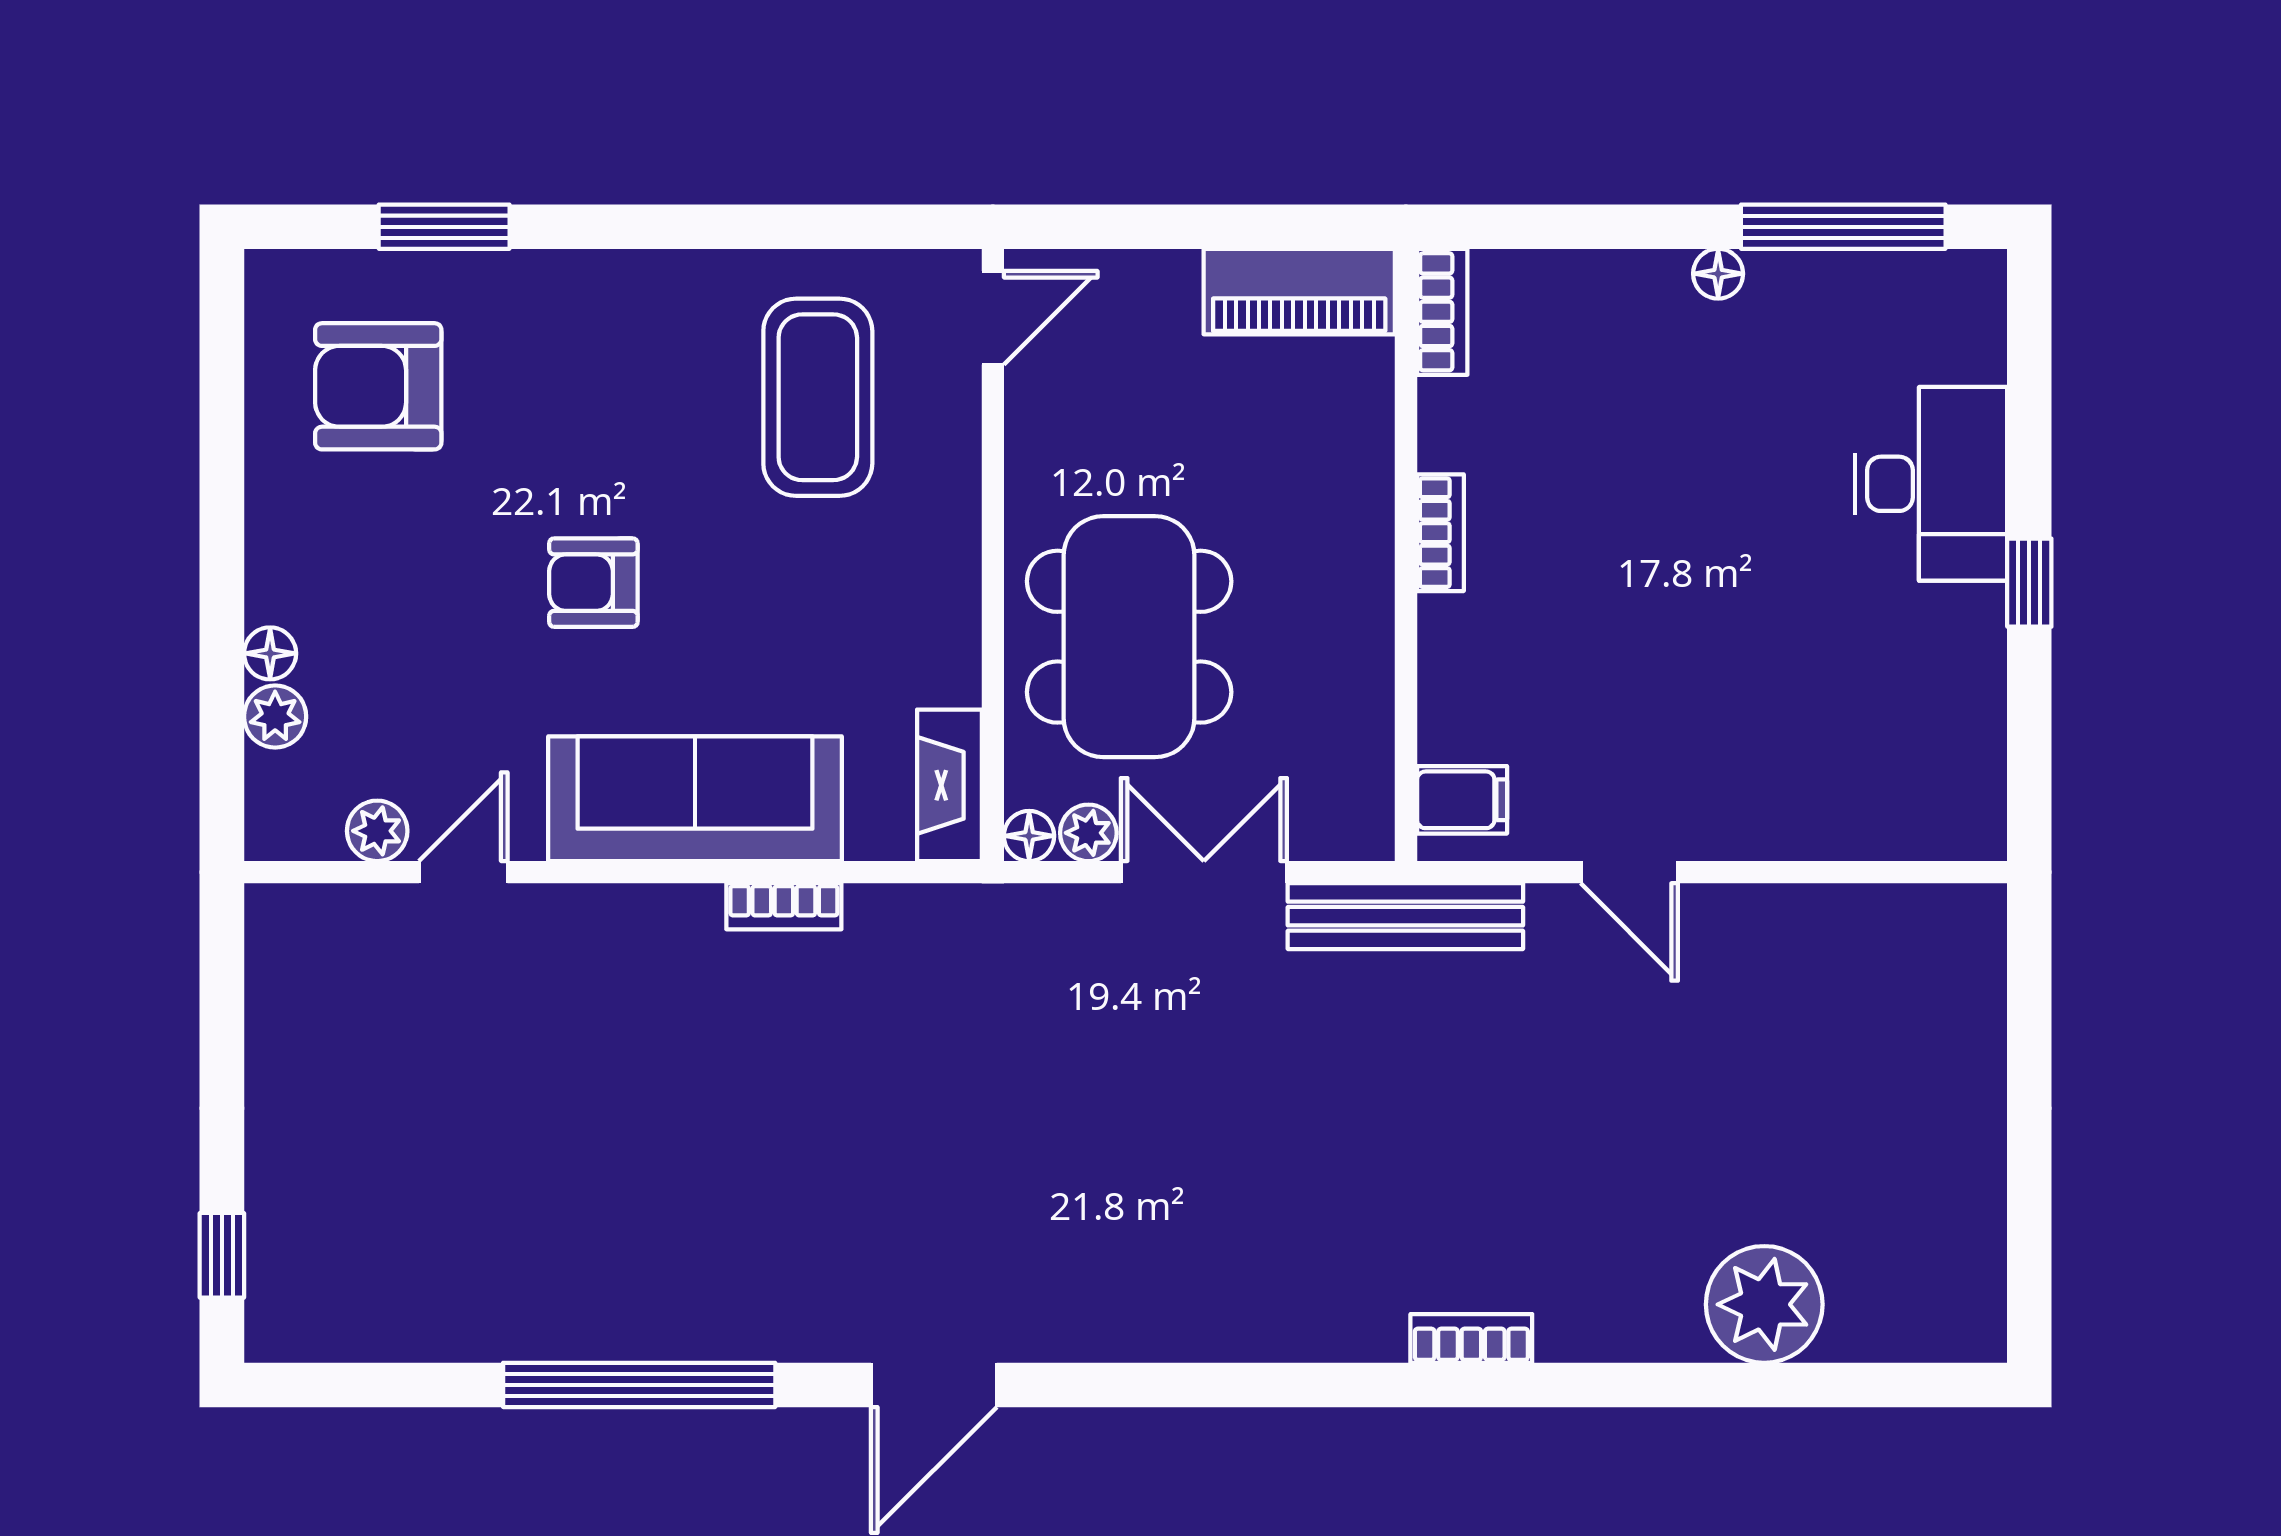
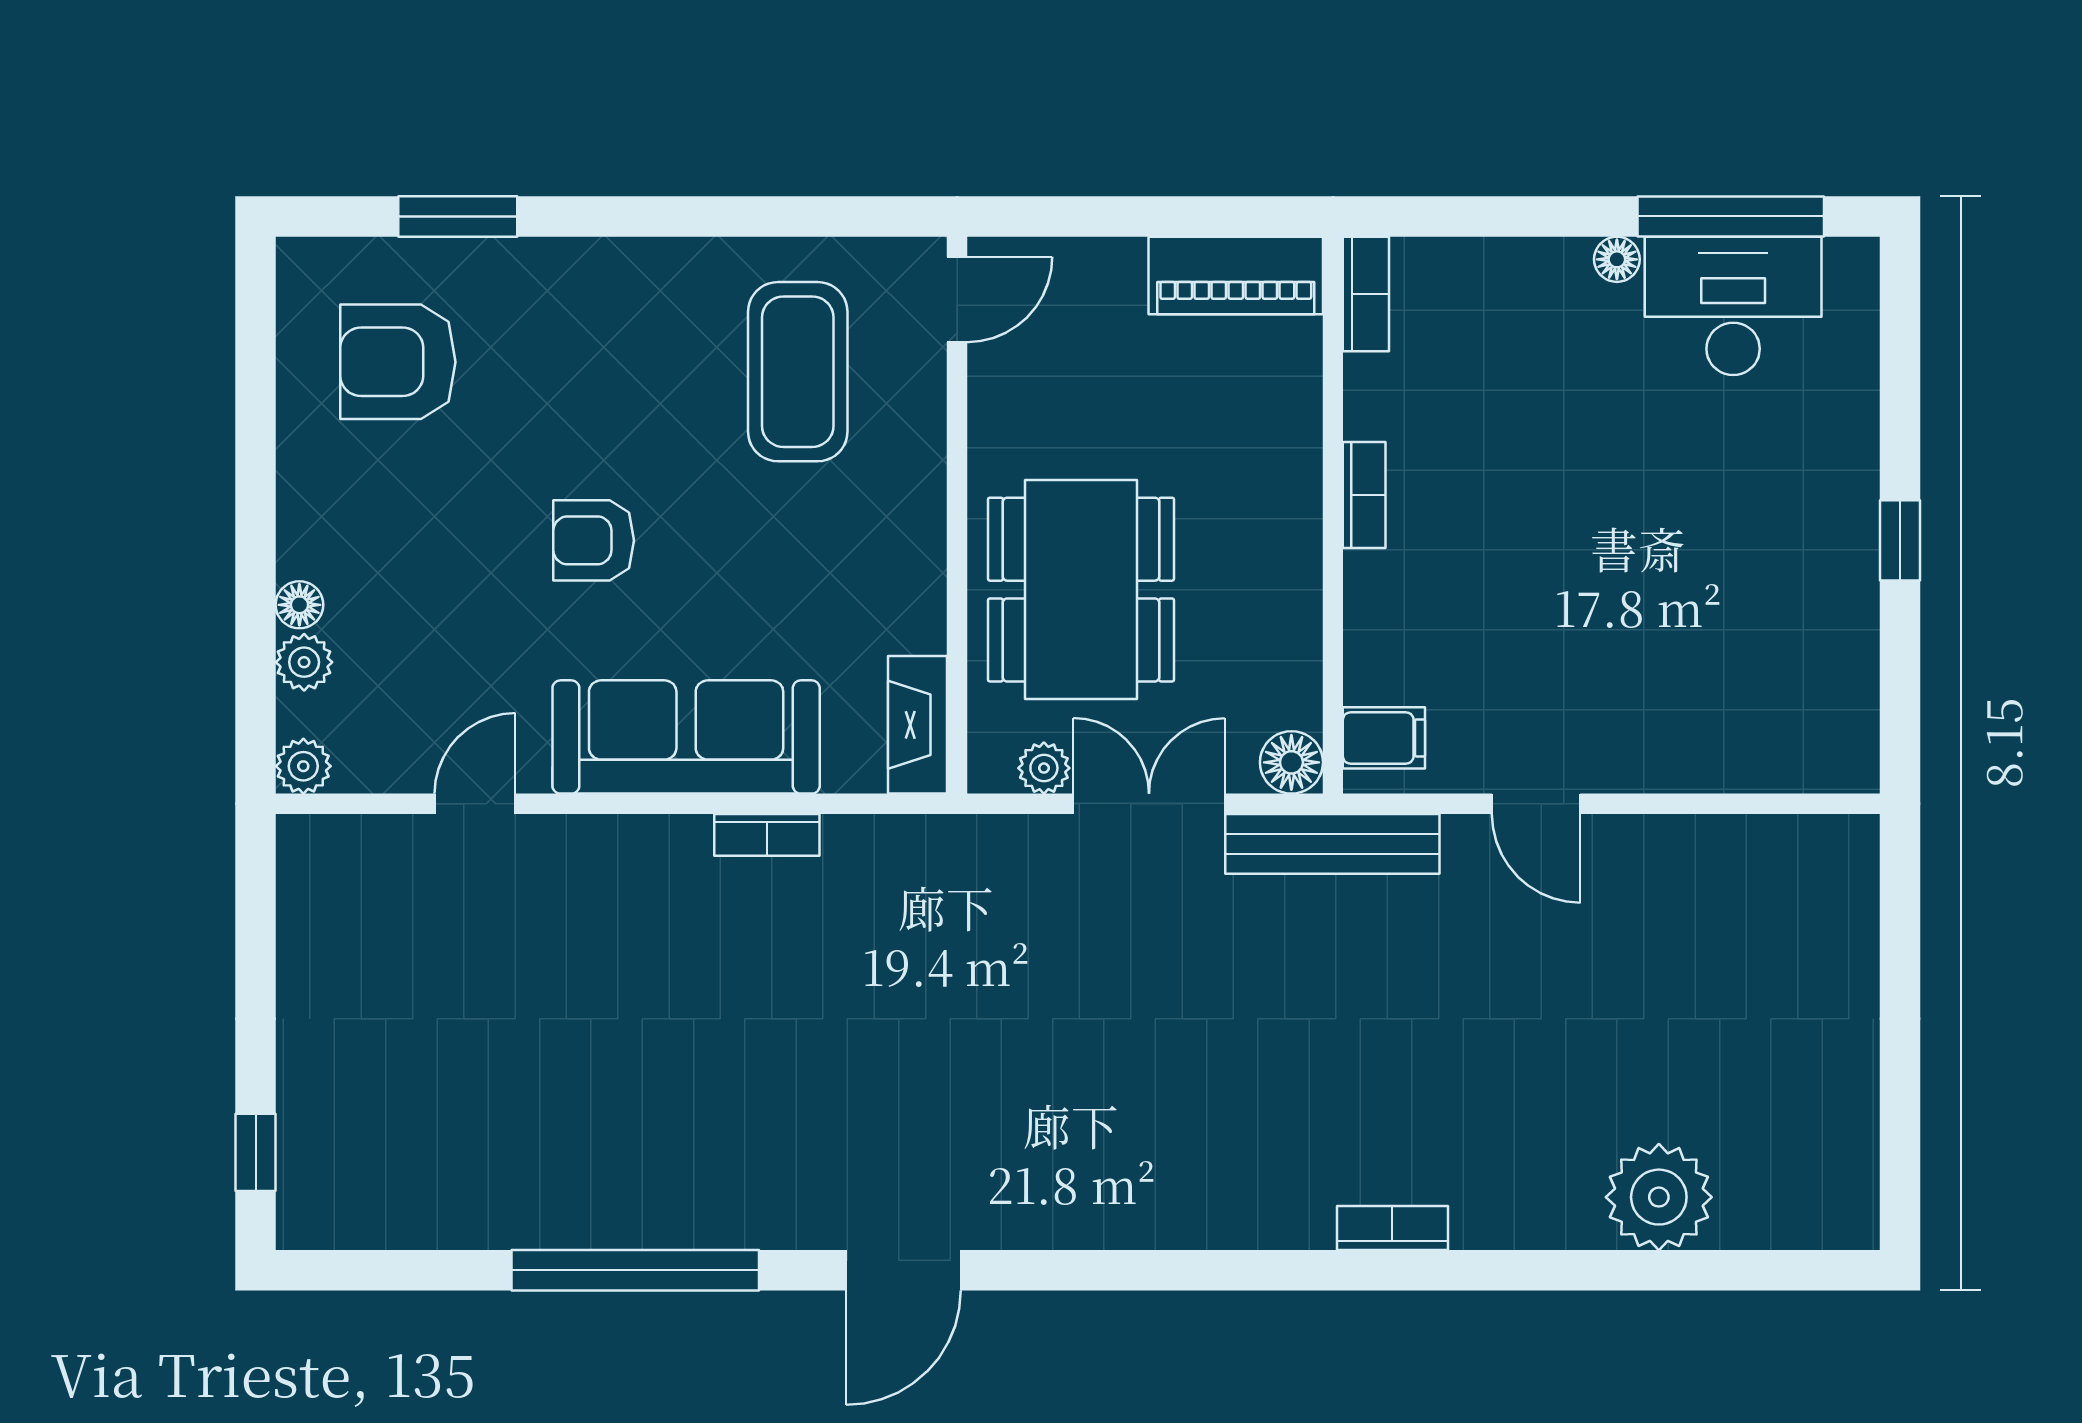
desk: (1931, 484) -> (1733, 306), moved, turned -90
plant: (377, 831) -> (303, 766), moved
floor lamp: (1029, 836) -> (1291, 762), moved, width x1.37, depth x1.37

